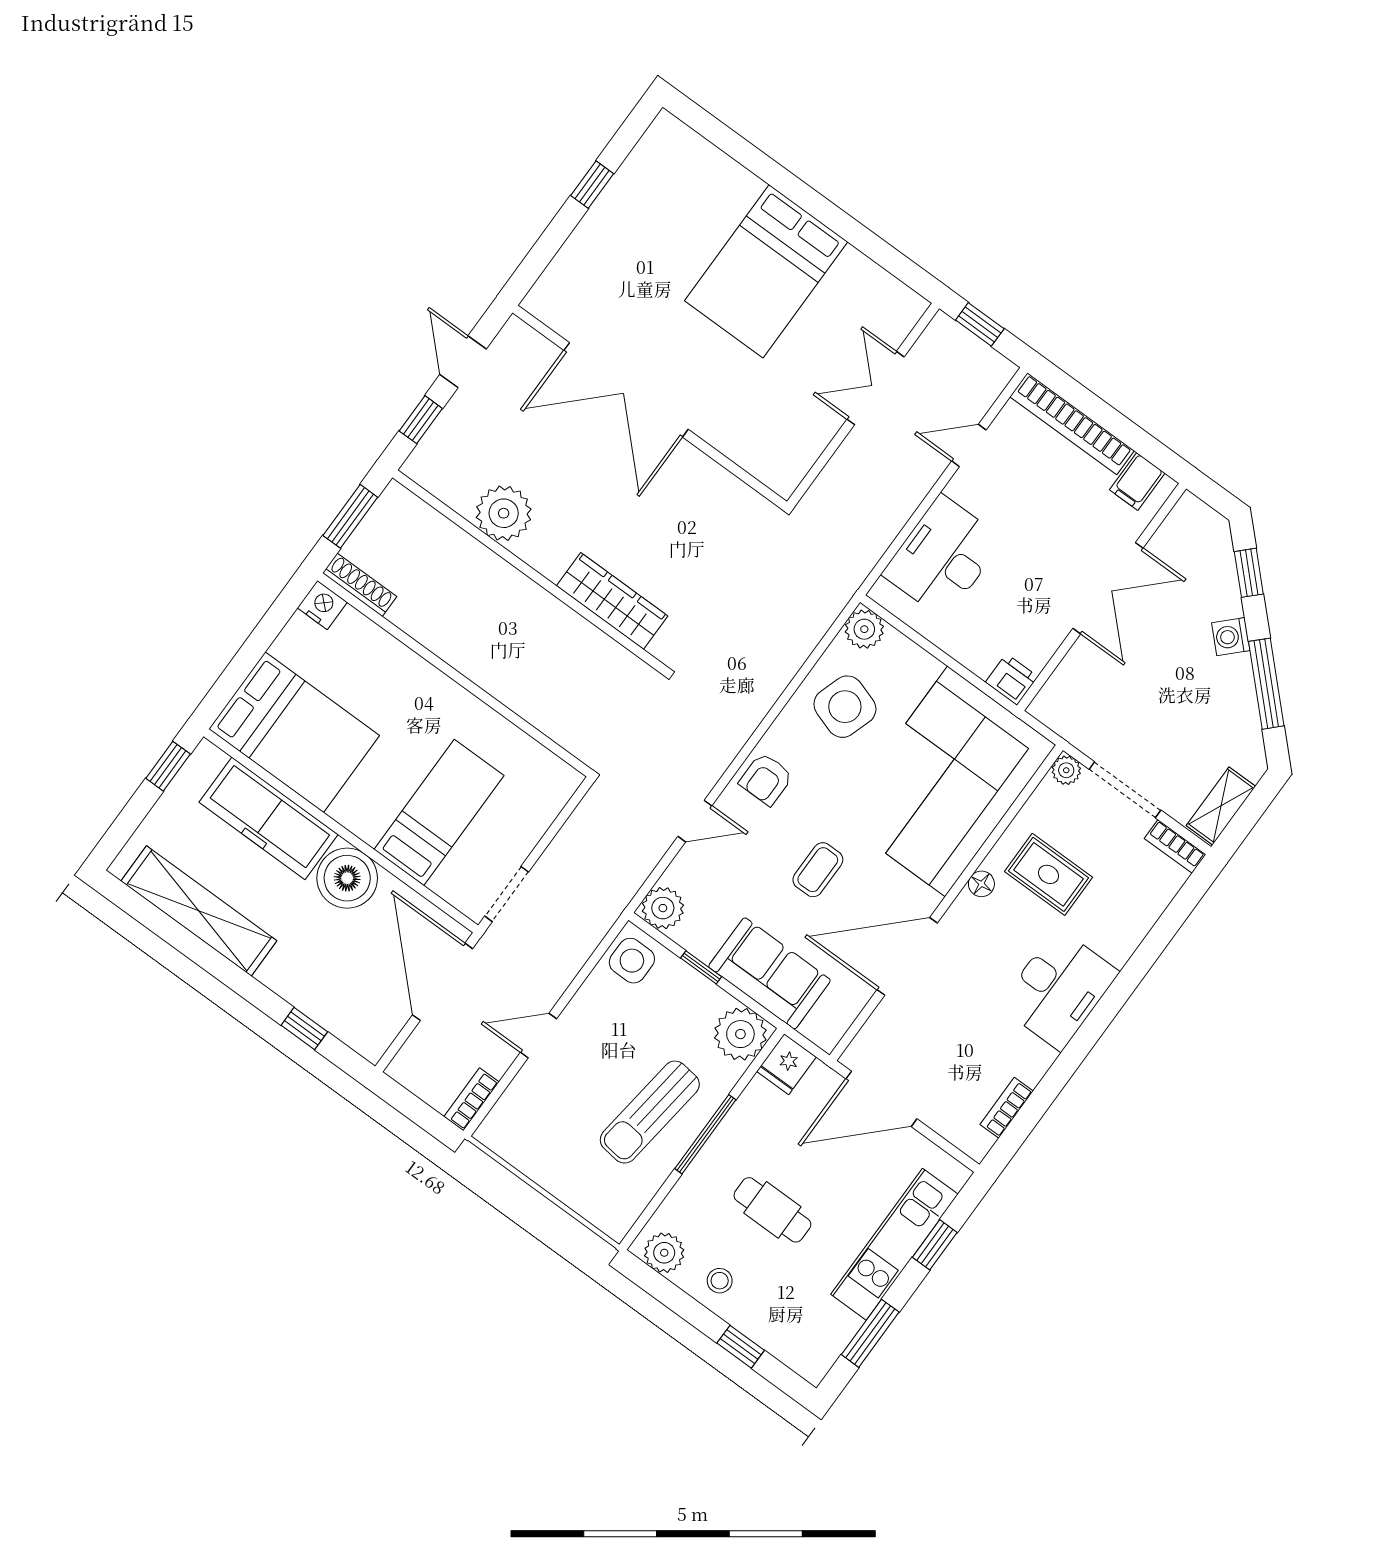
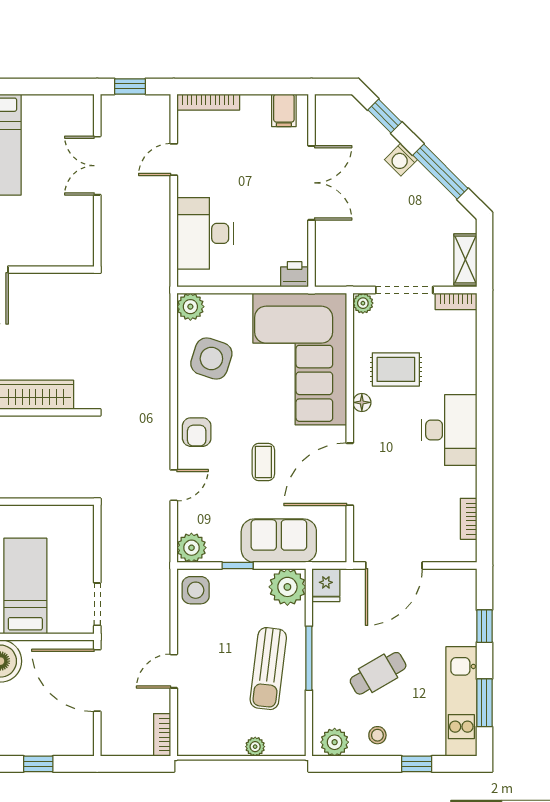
bookcase: (1072, 424) -> (208, 102), width x0.68, depth x0.76
plant: (569, 1191) -> (255, 747), added
cafe table: (772, 1210) -> (378, 673), turned -30
kitchen unit: (894, 1244) -> (461, 701), moved

